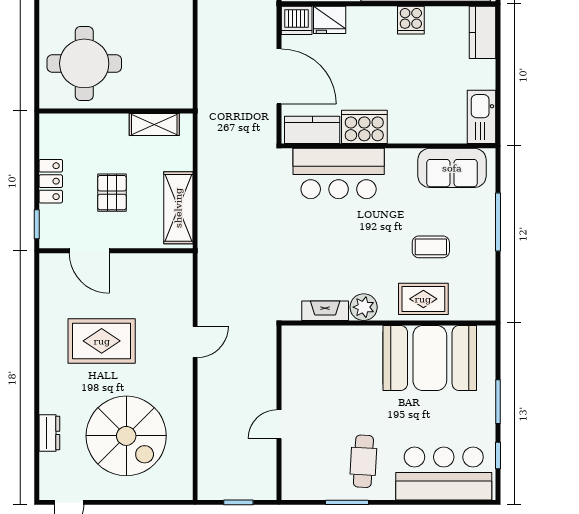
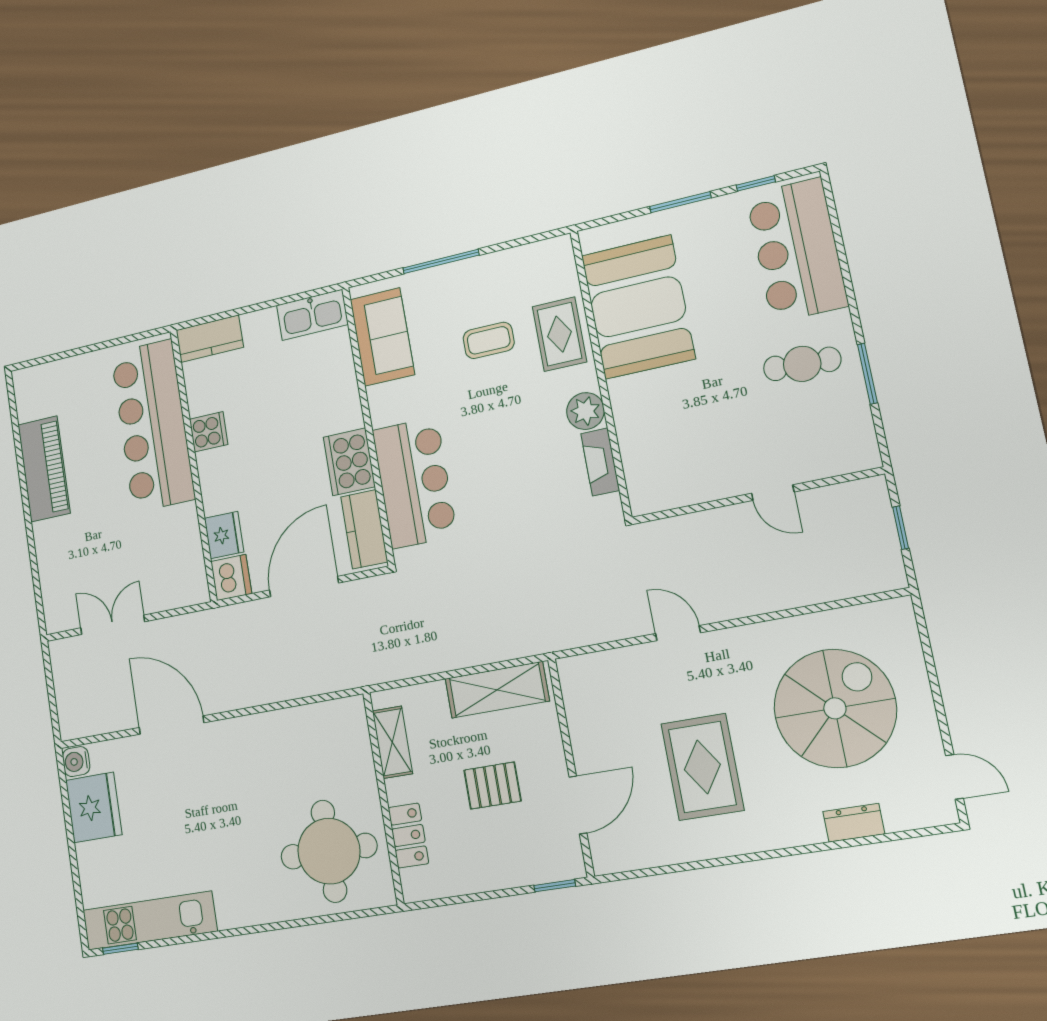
locker: (51, 181) -> (408, 835), moved, turned 90
coffee table: (431, 247) -> (489, 340), turned 90

